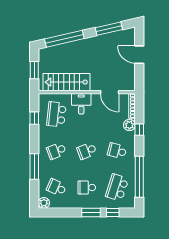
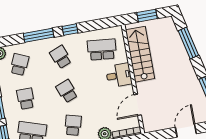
window: (64, 39) -> (188, 43), width x0.68
window: (34, 118) -> (70, 30), moved

